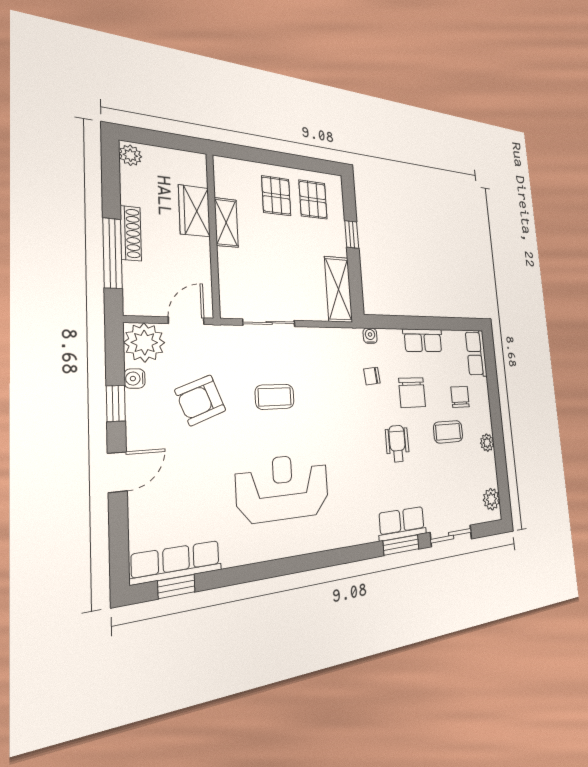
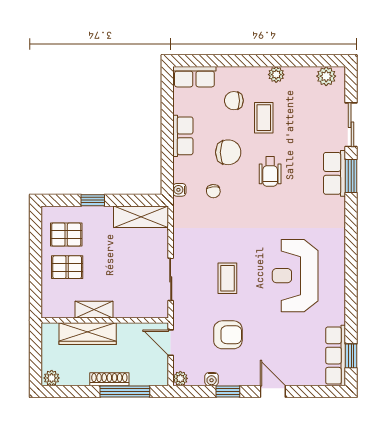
wardrobe: (194, 211) -> (88, 334), width x1.50
plant: (144, 343) -> (180, 378), width x0.53, depth x0.53
armchair: (200, 400) -> (228, 335), turned -69
wheelchair: (397, 444) -> (270, 172), turned -90

